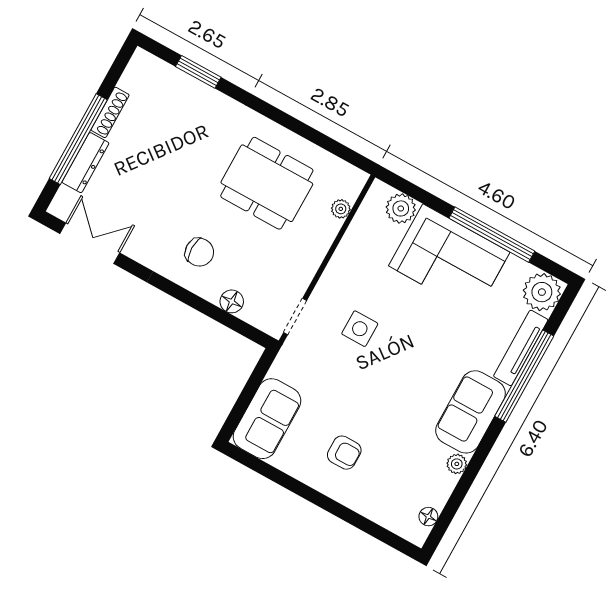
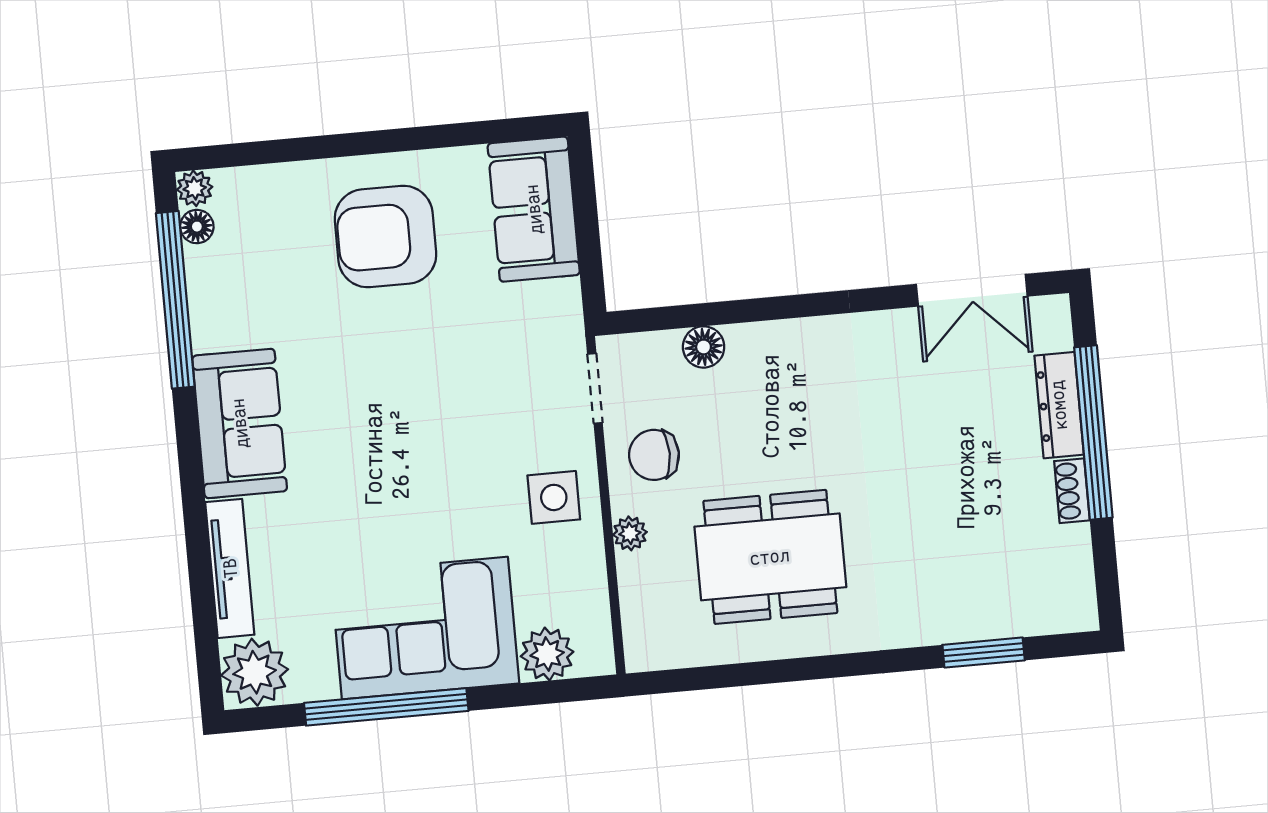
shoe rack: (110, 112) -> (1072, 491), width x0.70
plant: (341, 209) -> (630, 533), moved
chair: (199, 252) -> (654, 455), moved
side table: (360, 329) -> (554, 497), moved
window: (524, 376) -> (175, 300), moved
armchair: (344, 453) -> (385, 237), width x1.88, depth x1.88
plant: (457, 464) -> (195, 188), moved

